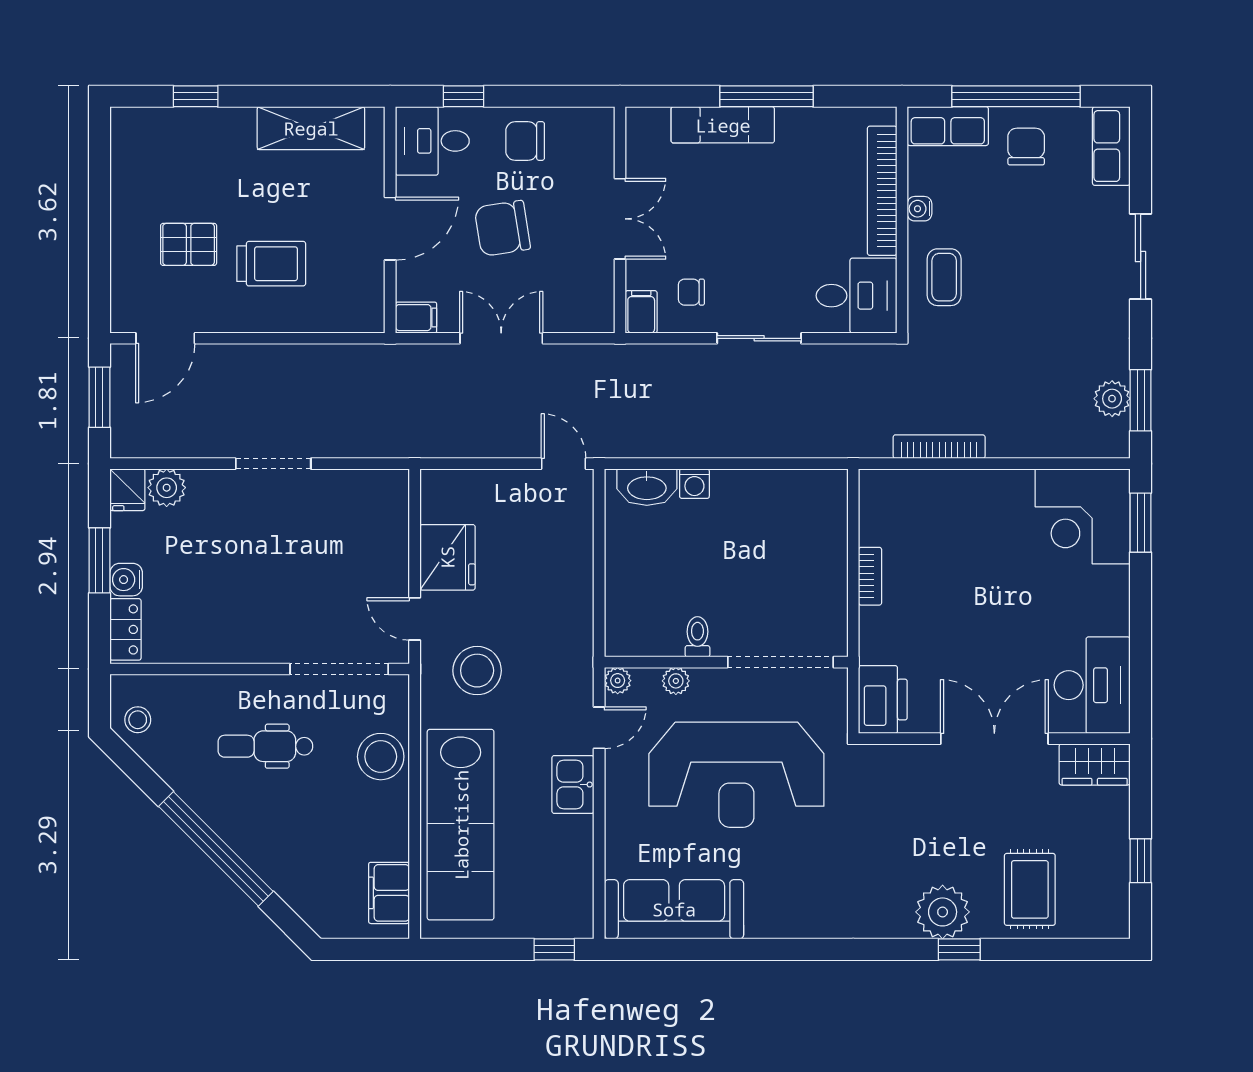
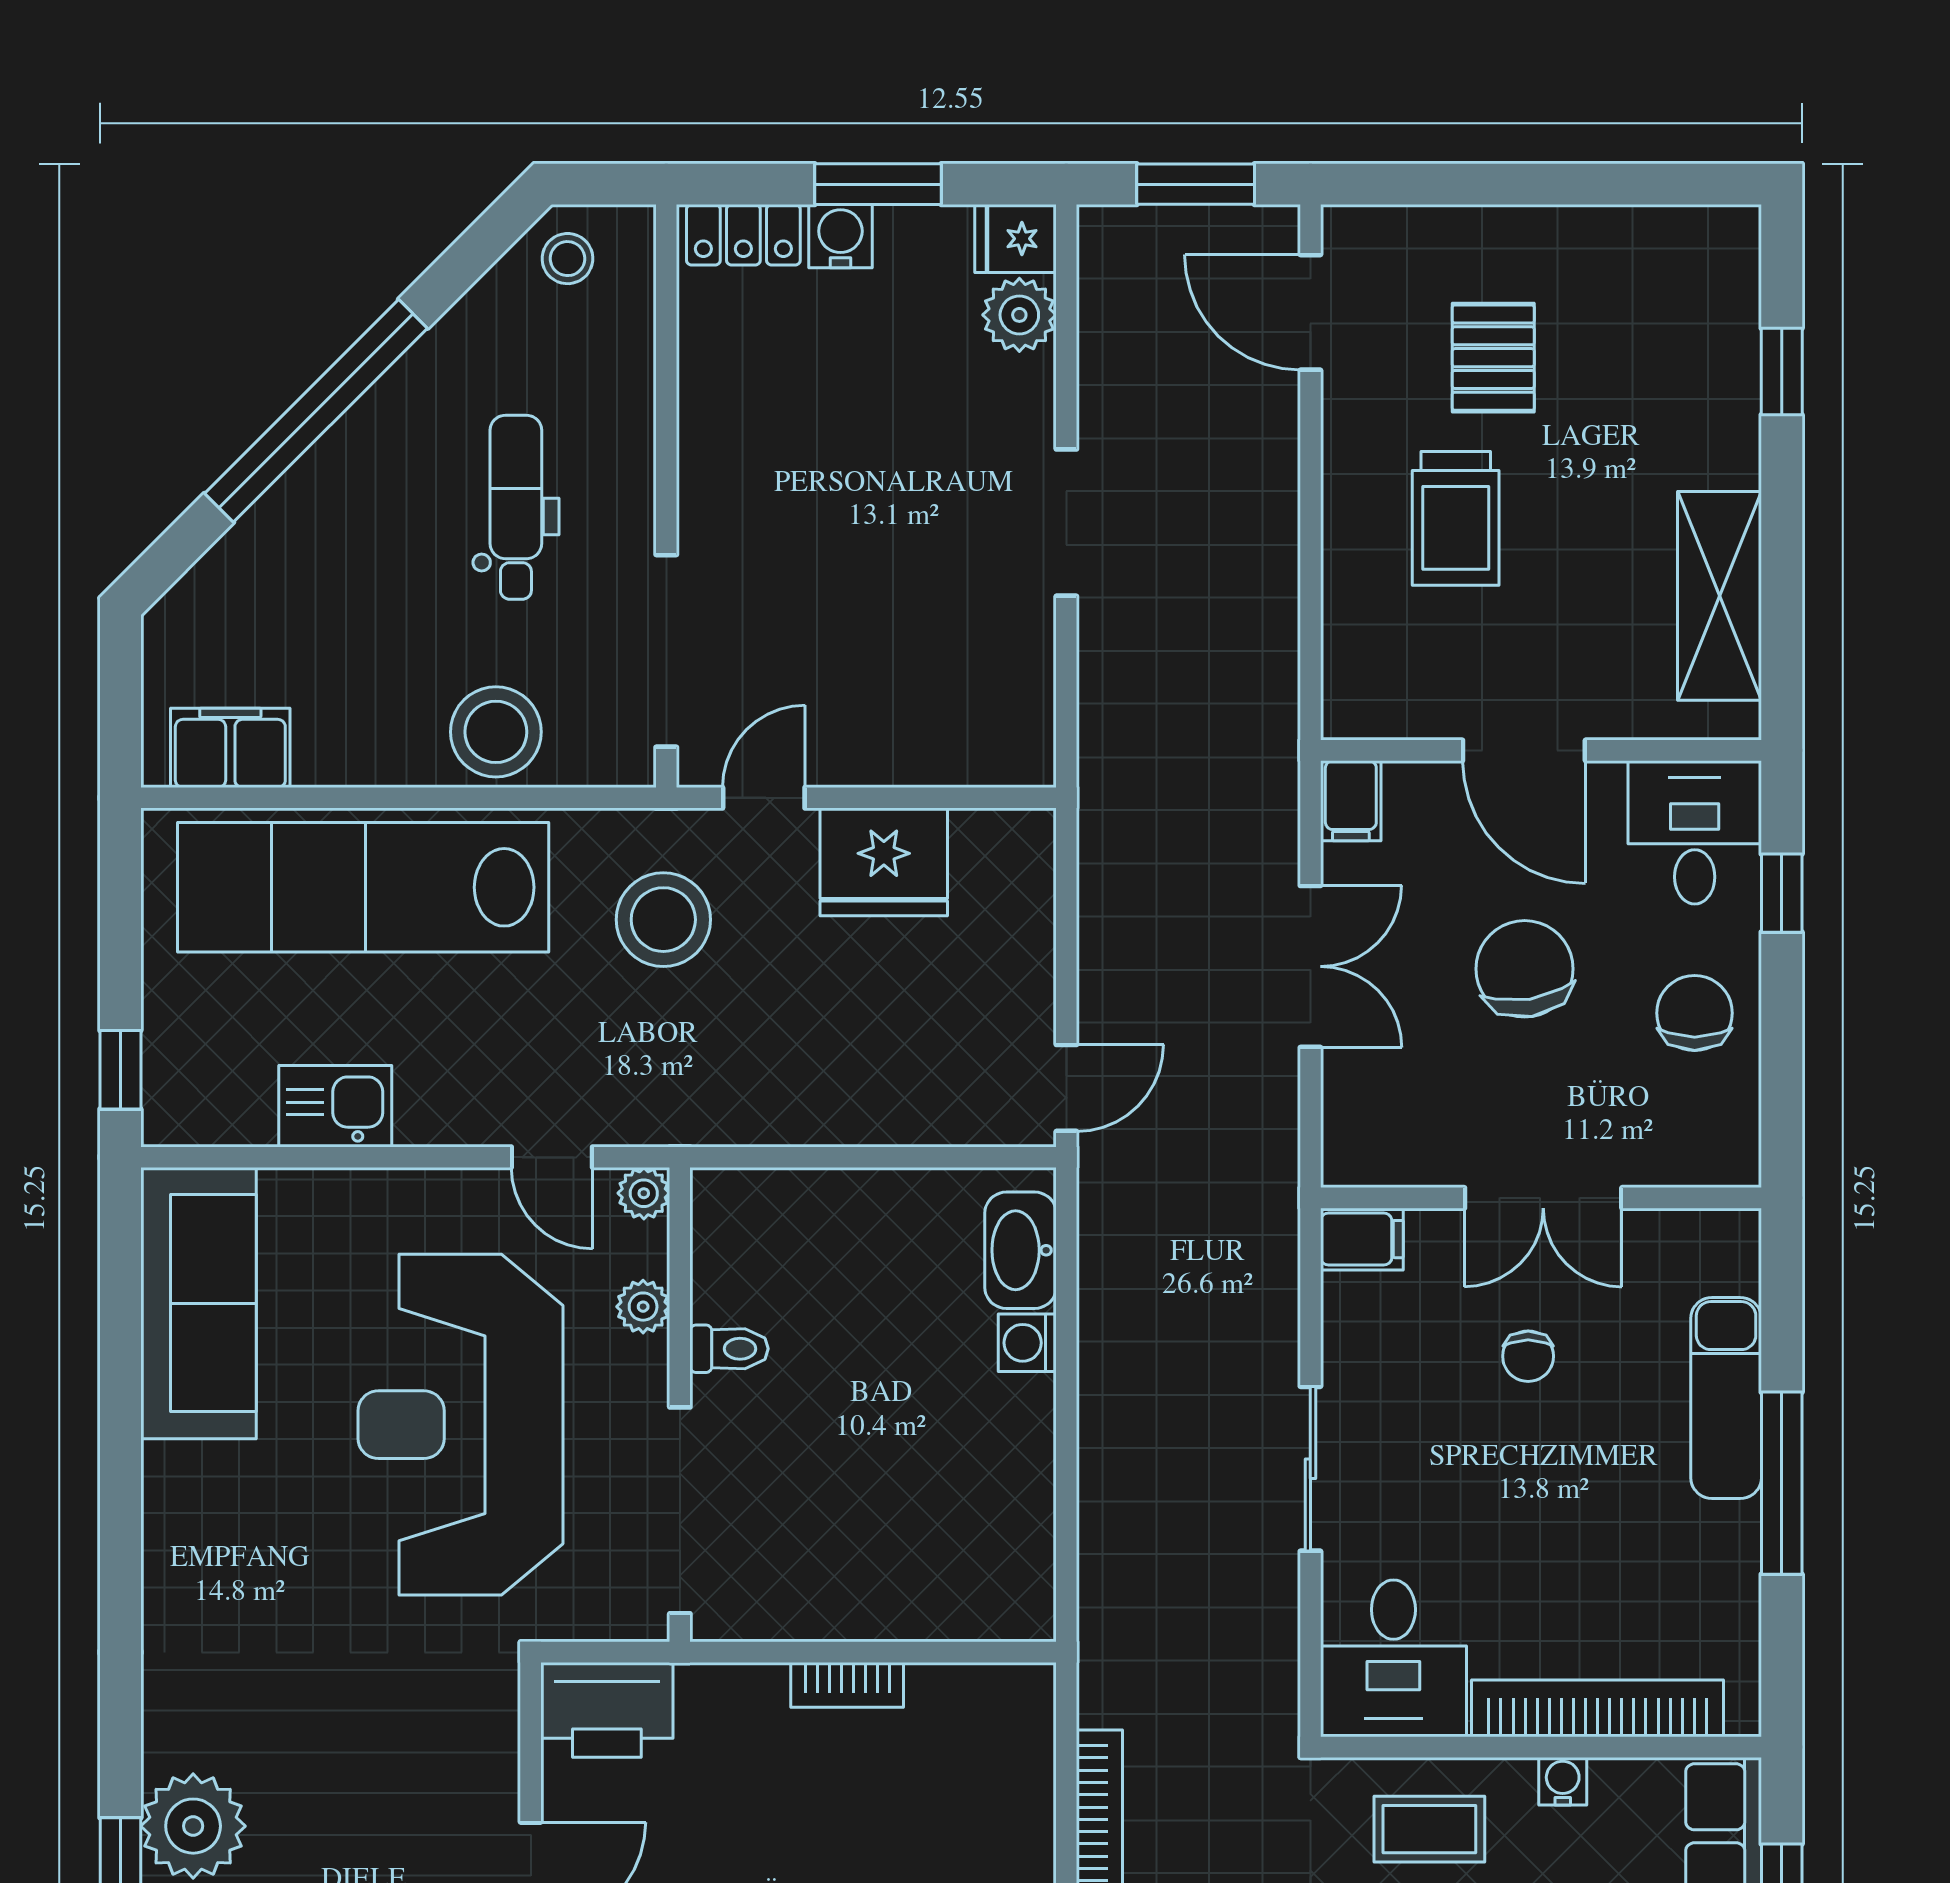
chair: (691, 292) -> (1528, 1356), moved, turned 180
kitchen sink: (573, 785) -> (335, 1106), moved

